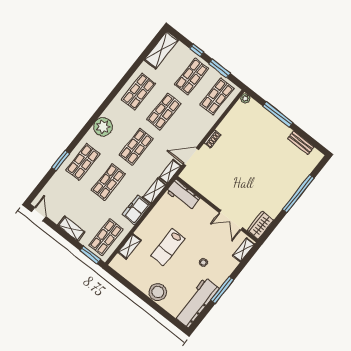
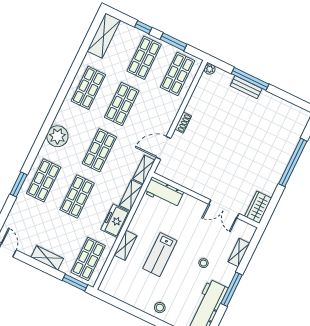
bench: (301, 143) -> (246, 87), moved
shelving: (129, 246) -> (126, 245), moved
shelving: (244, 250) -> (239, 253), moved
stool: (158, 292) -> (160, 308), width x0.53, depth x0.53

